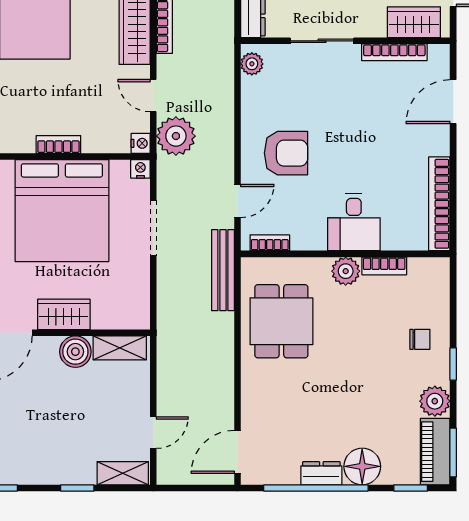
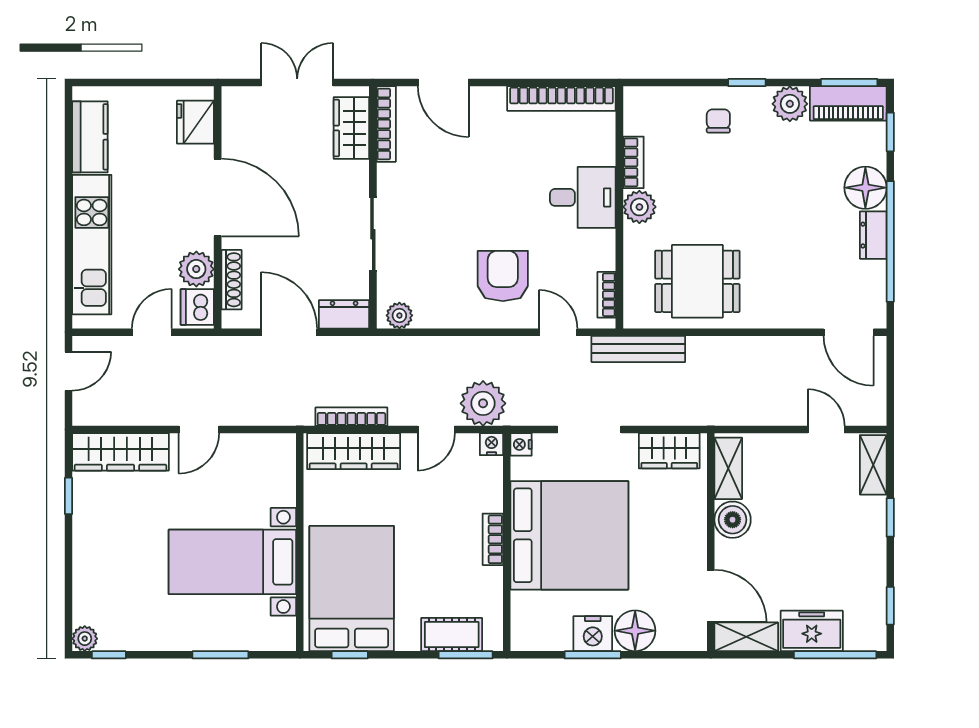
bookcase: (394, 52) -> (386, 124), moved
wardrobe: (64, 314) -> (669, 451), moved, turned -90

